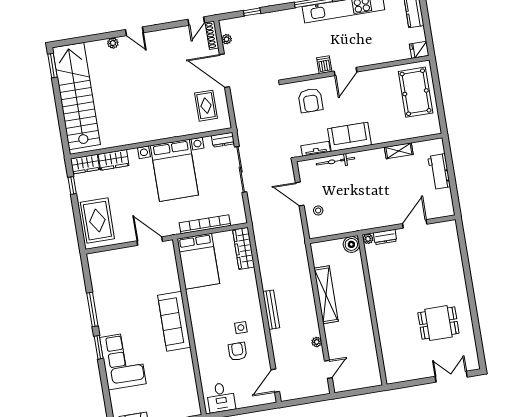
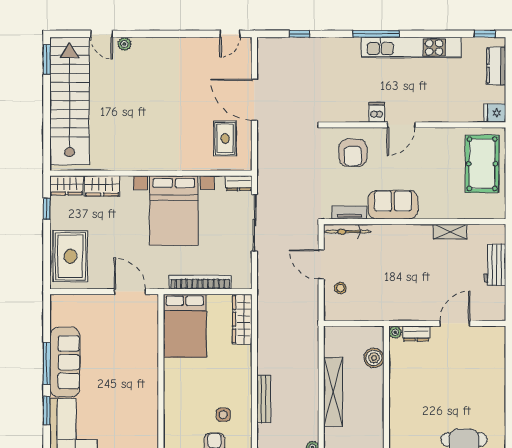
door: (134, 31) -> (102, 34), moved
shoe rack: (212, 35) -> (246, 54), removed
plant: (227, 39) -> (263, 62), removed
bicycle: (335, 161) -> (347, 232), moved
boiler: (351, 244) -> (374, 358), moved
sofa: (174, 321) -> (65, 362), moved, turned 180

